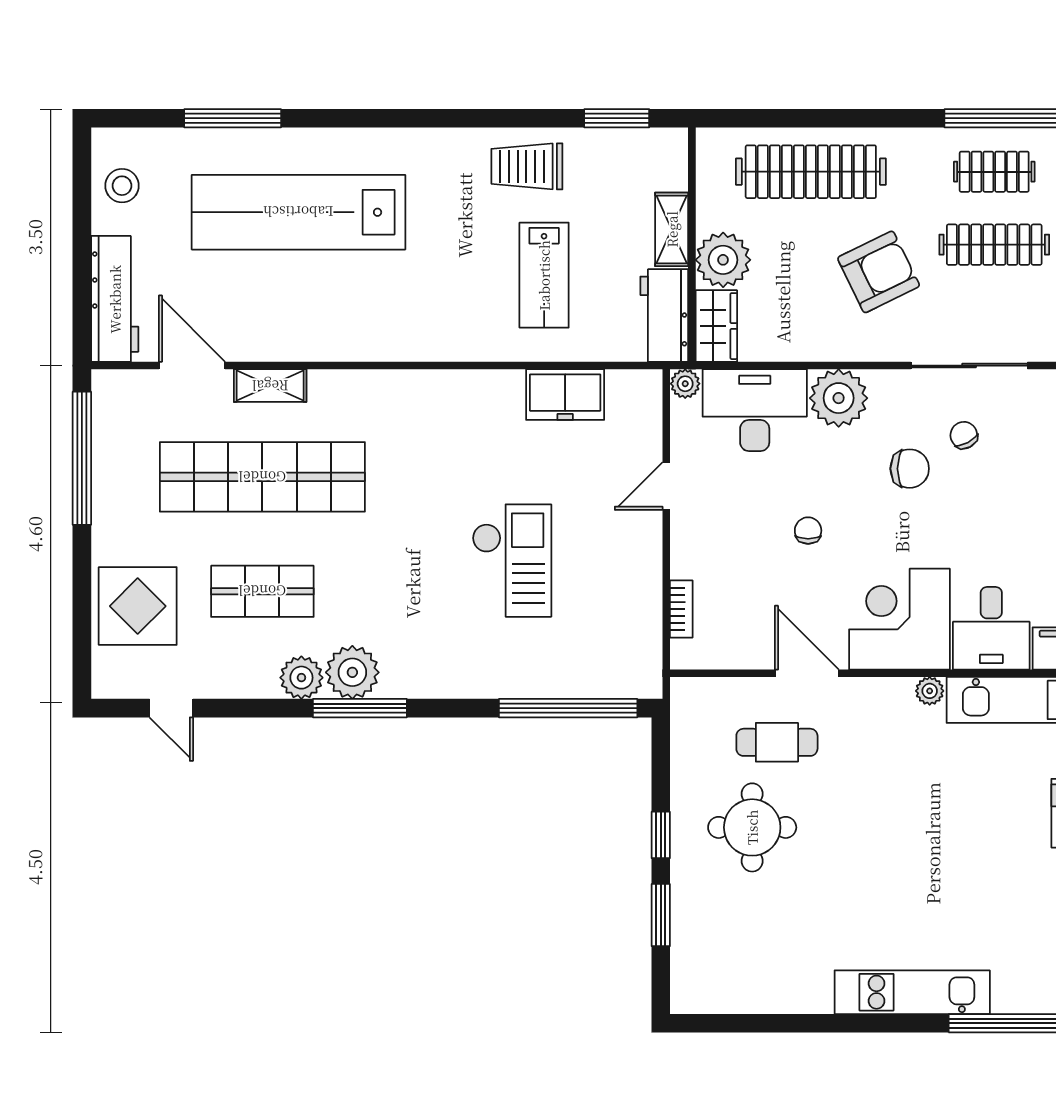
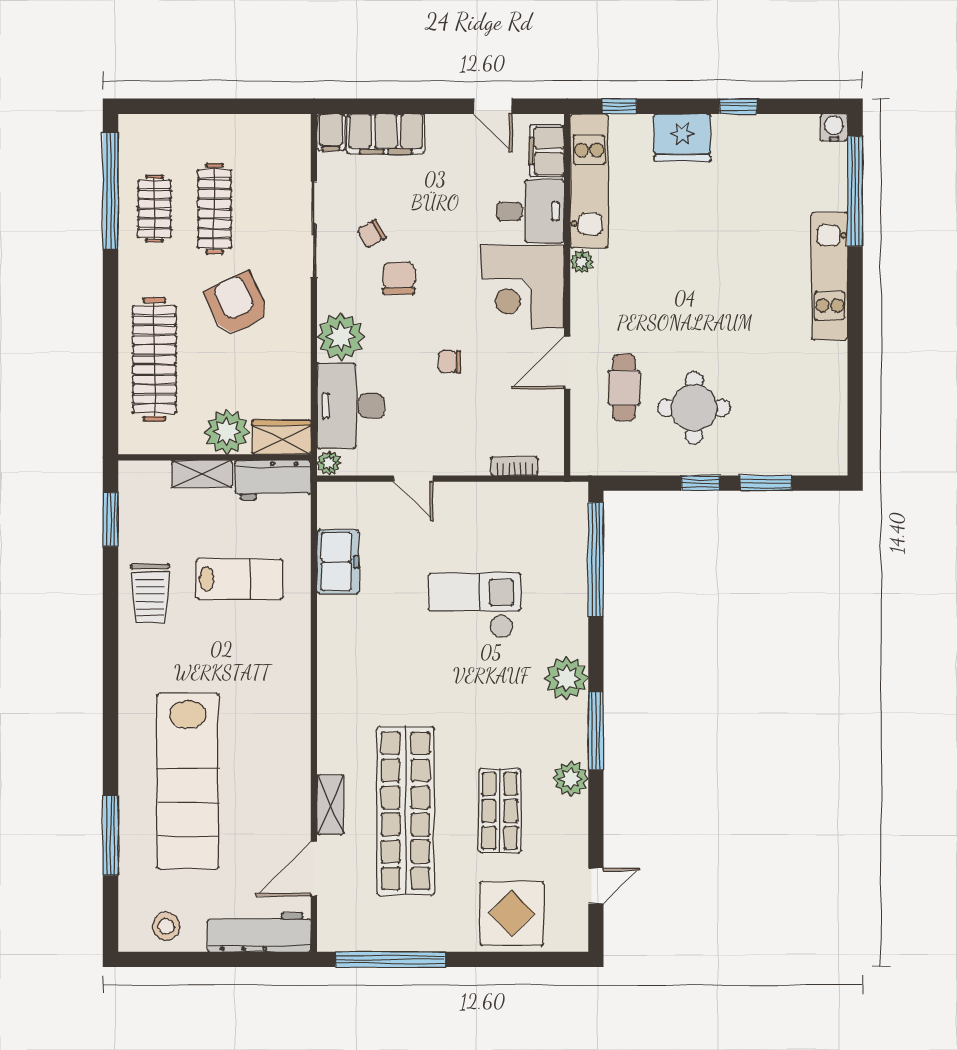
plant: (352, 672) -> (566, 678), moved

